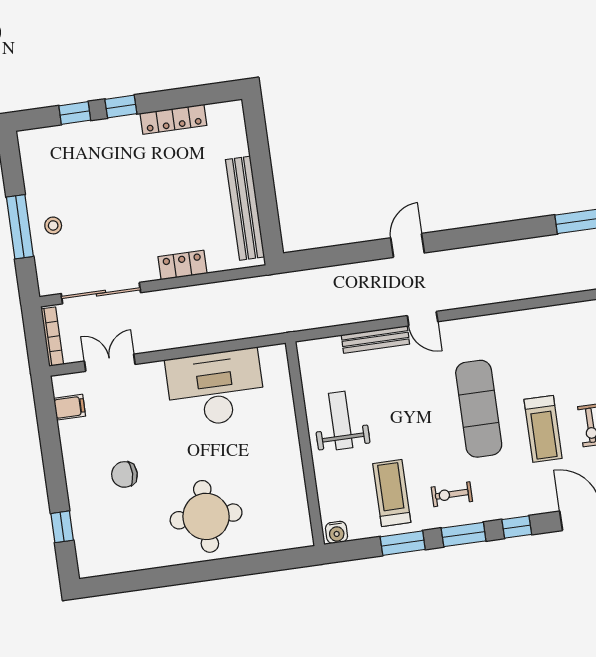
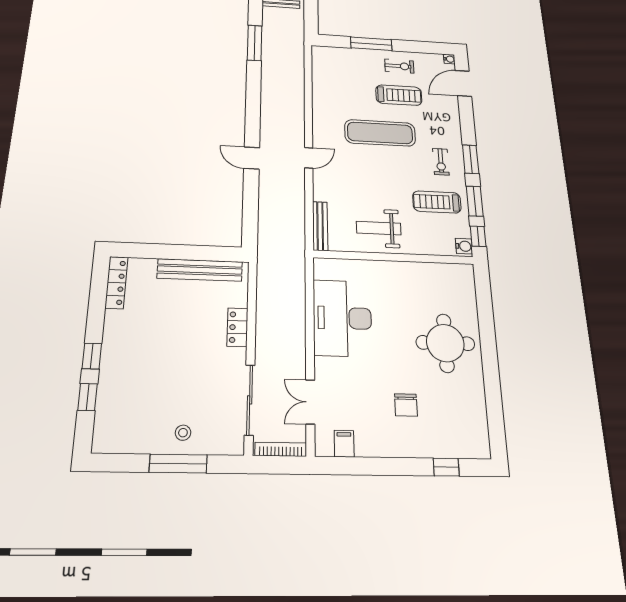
locker: (173, 119) -> (116, 283), moved
bench: (375, 339) -> (320, 226), moved
window: (517, 527) -> (478, 236), moved

